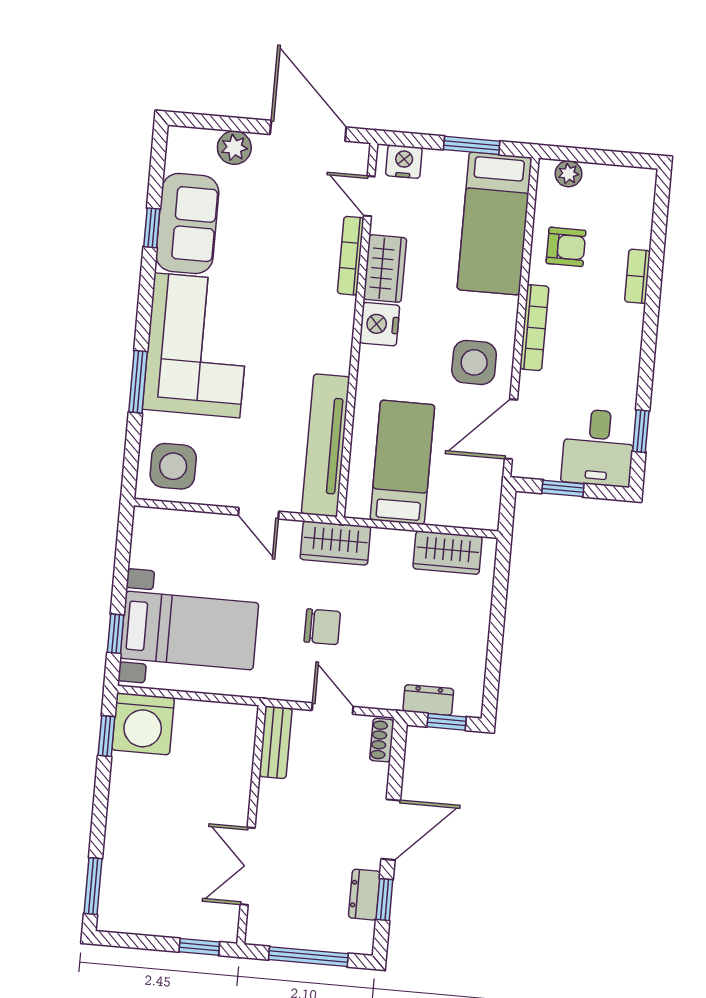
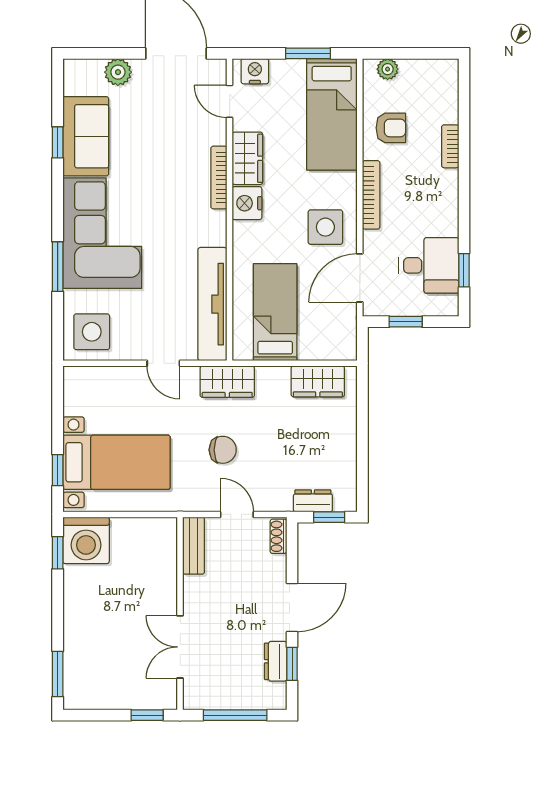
bookcase: (351, 256) -> (219, 177), moved
desk: (598, 448) -> (429, 265), moved, turned -90

